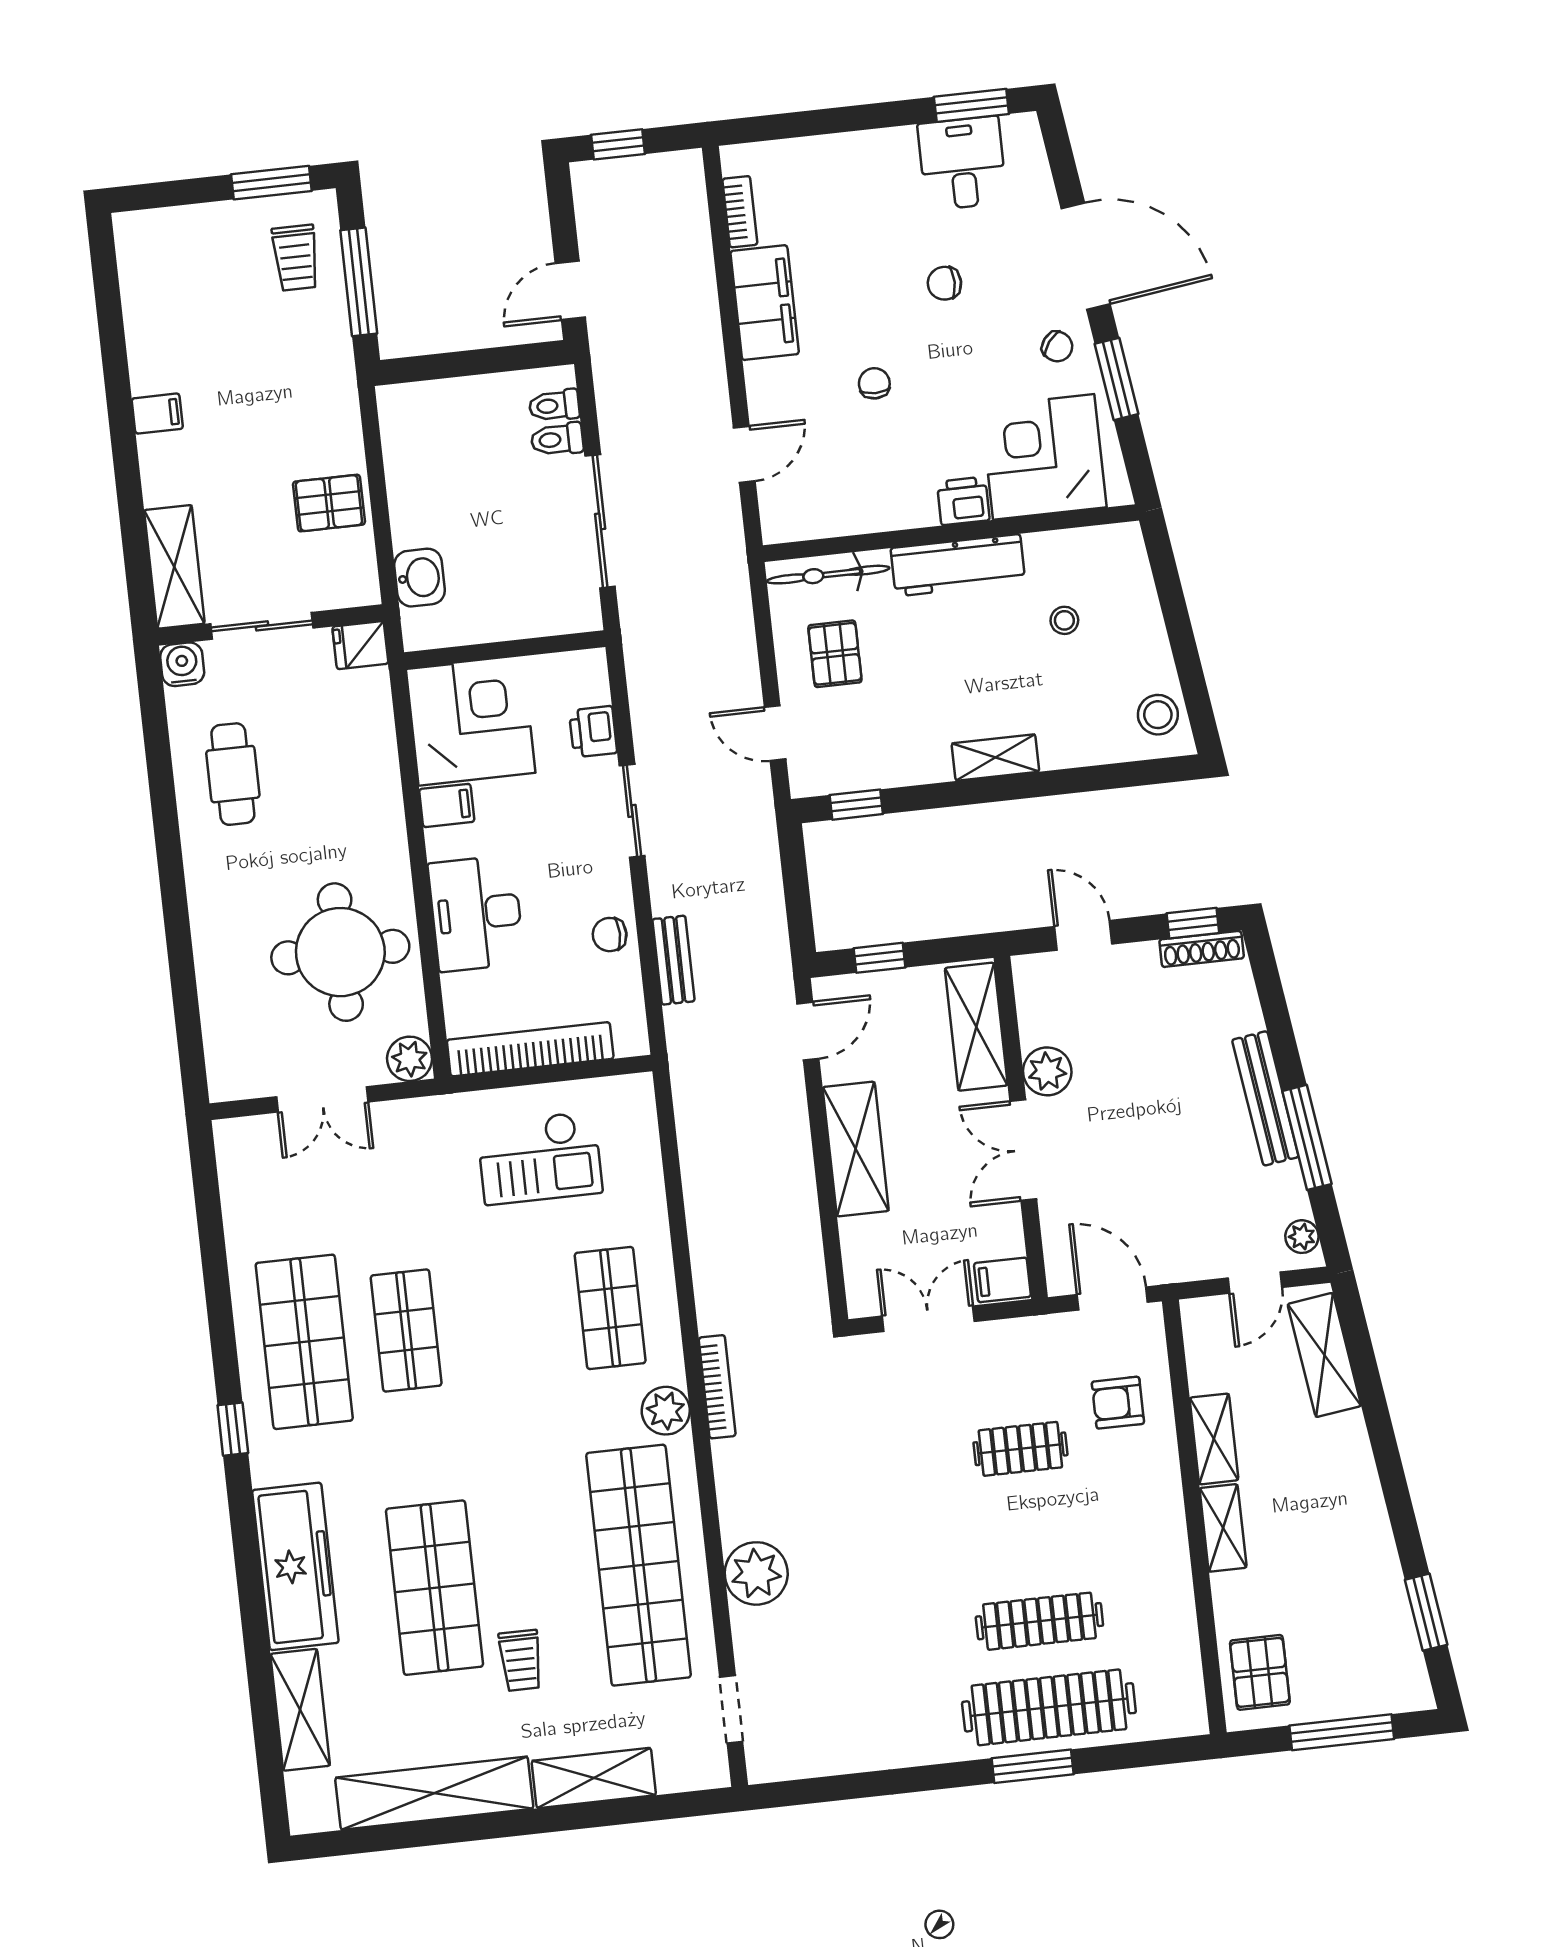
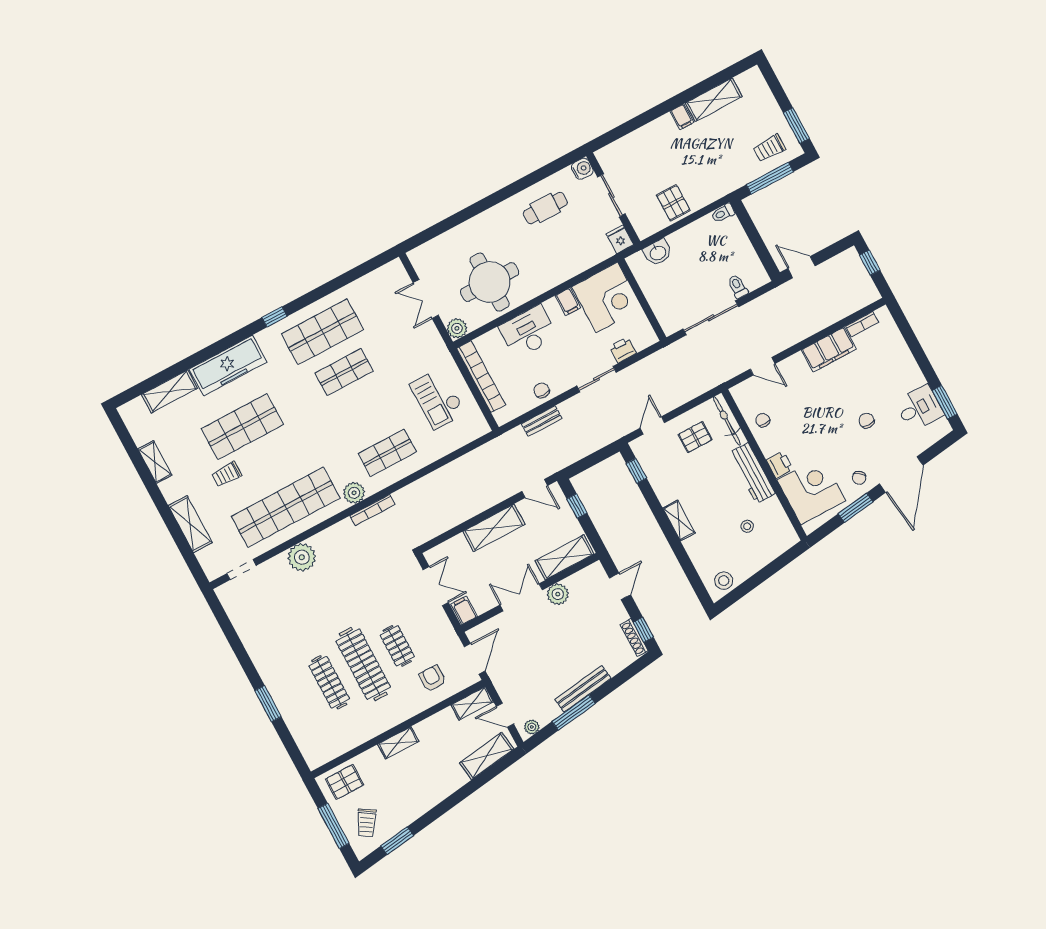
chair: (874, 383) -> (763, 420), moved, turned -90
toilet: (554, 405) -> (723, 213), moved, turned -90
shelving: (174, 567) -> (714, 100), moved
shelving: (1214, 1439) -> (472, 703), moved
trolley: (1363, 1661) -> (366, 823), added
clothes rail: (1049, 1707) -> (363, 664), moved
shelving: (434, 1793) -> (155, 462), width x0.45, depth x0.75

